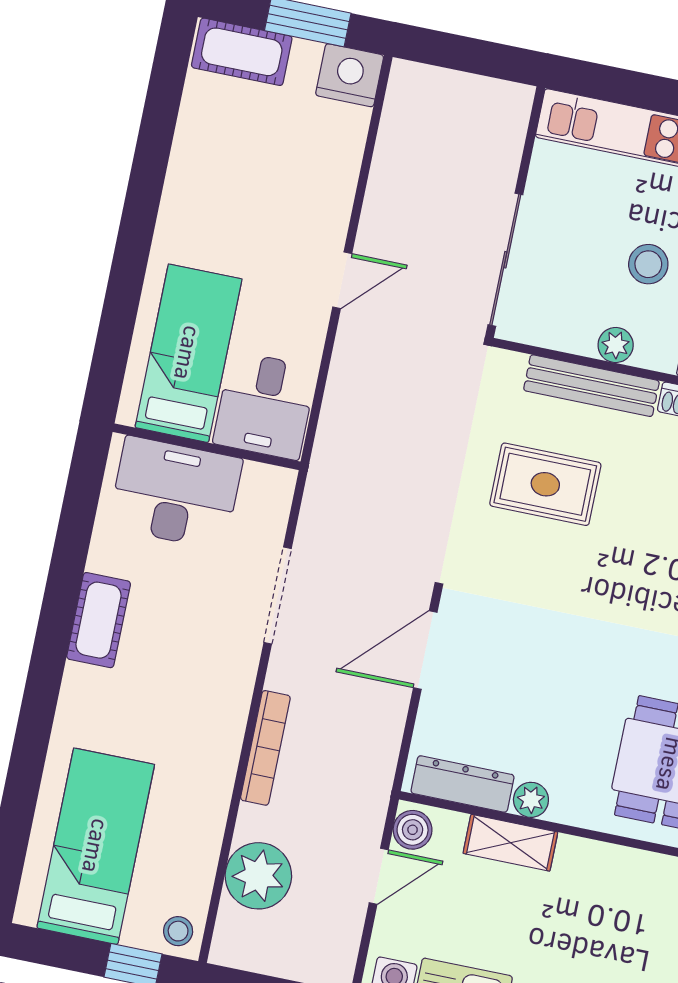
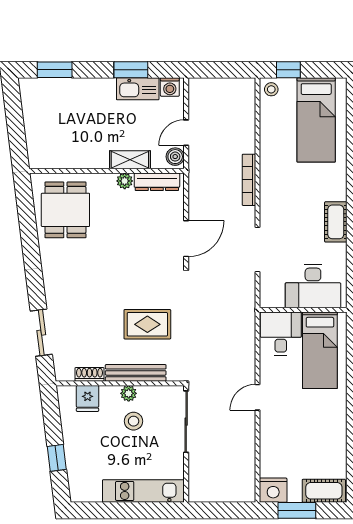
stool: (648, 264) -> (134, 421), moved
plant: (258, 876) -> (240, 122), removed

